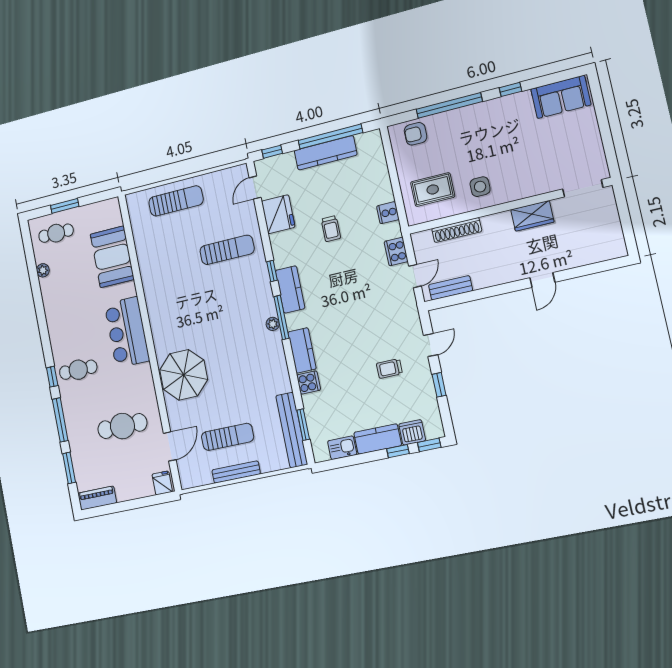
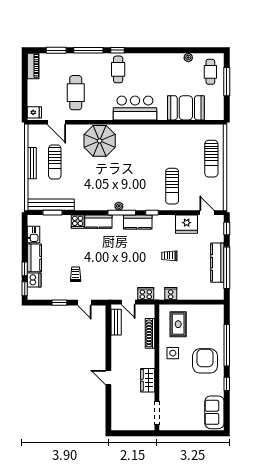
armchair: (416, 134) -> (205, 361), moved, width x1.88, depth x1.88
window: (65, 206) -> (227, 82), width x1.44

